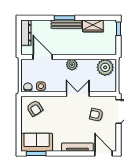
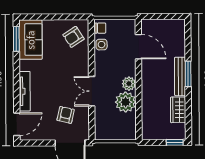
dresser: (26, 33) -> (169, 25), removed
door: (43, 57) -> (138, 47), hinge flipped
plant: (105, 67) -> (126, 102), moved
double door: (78, 94) -> (92, 91), swing flipped

